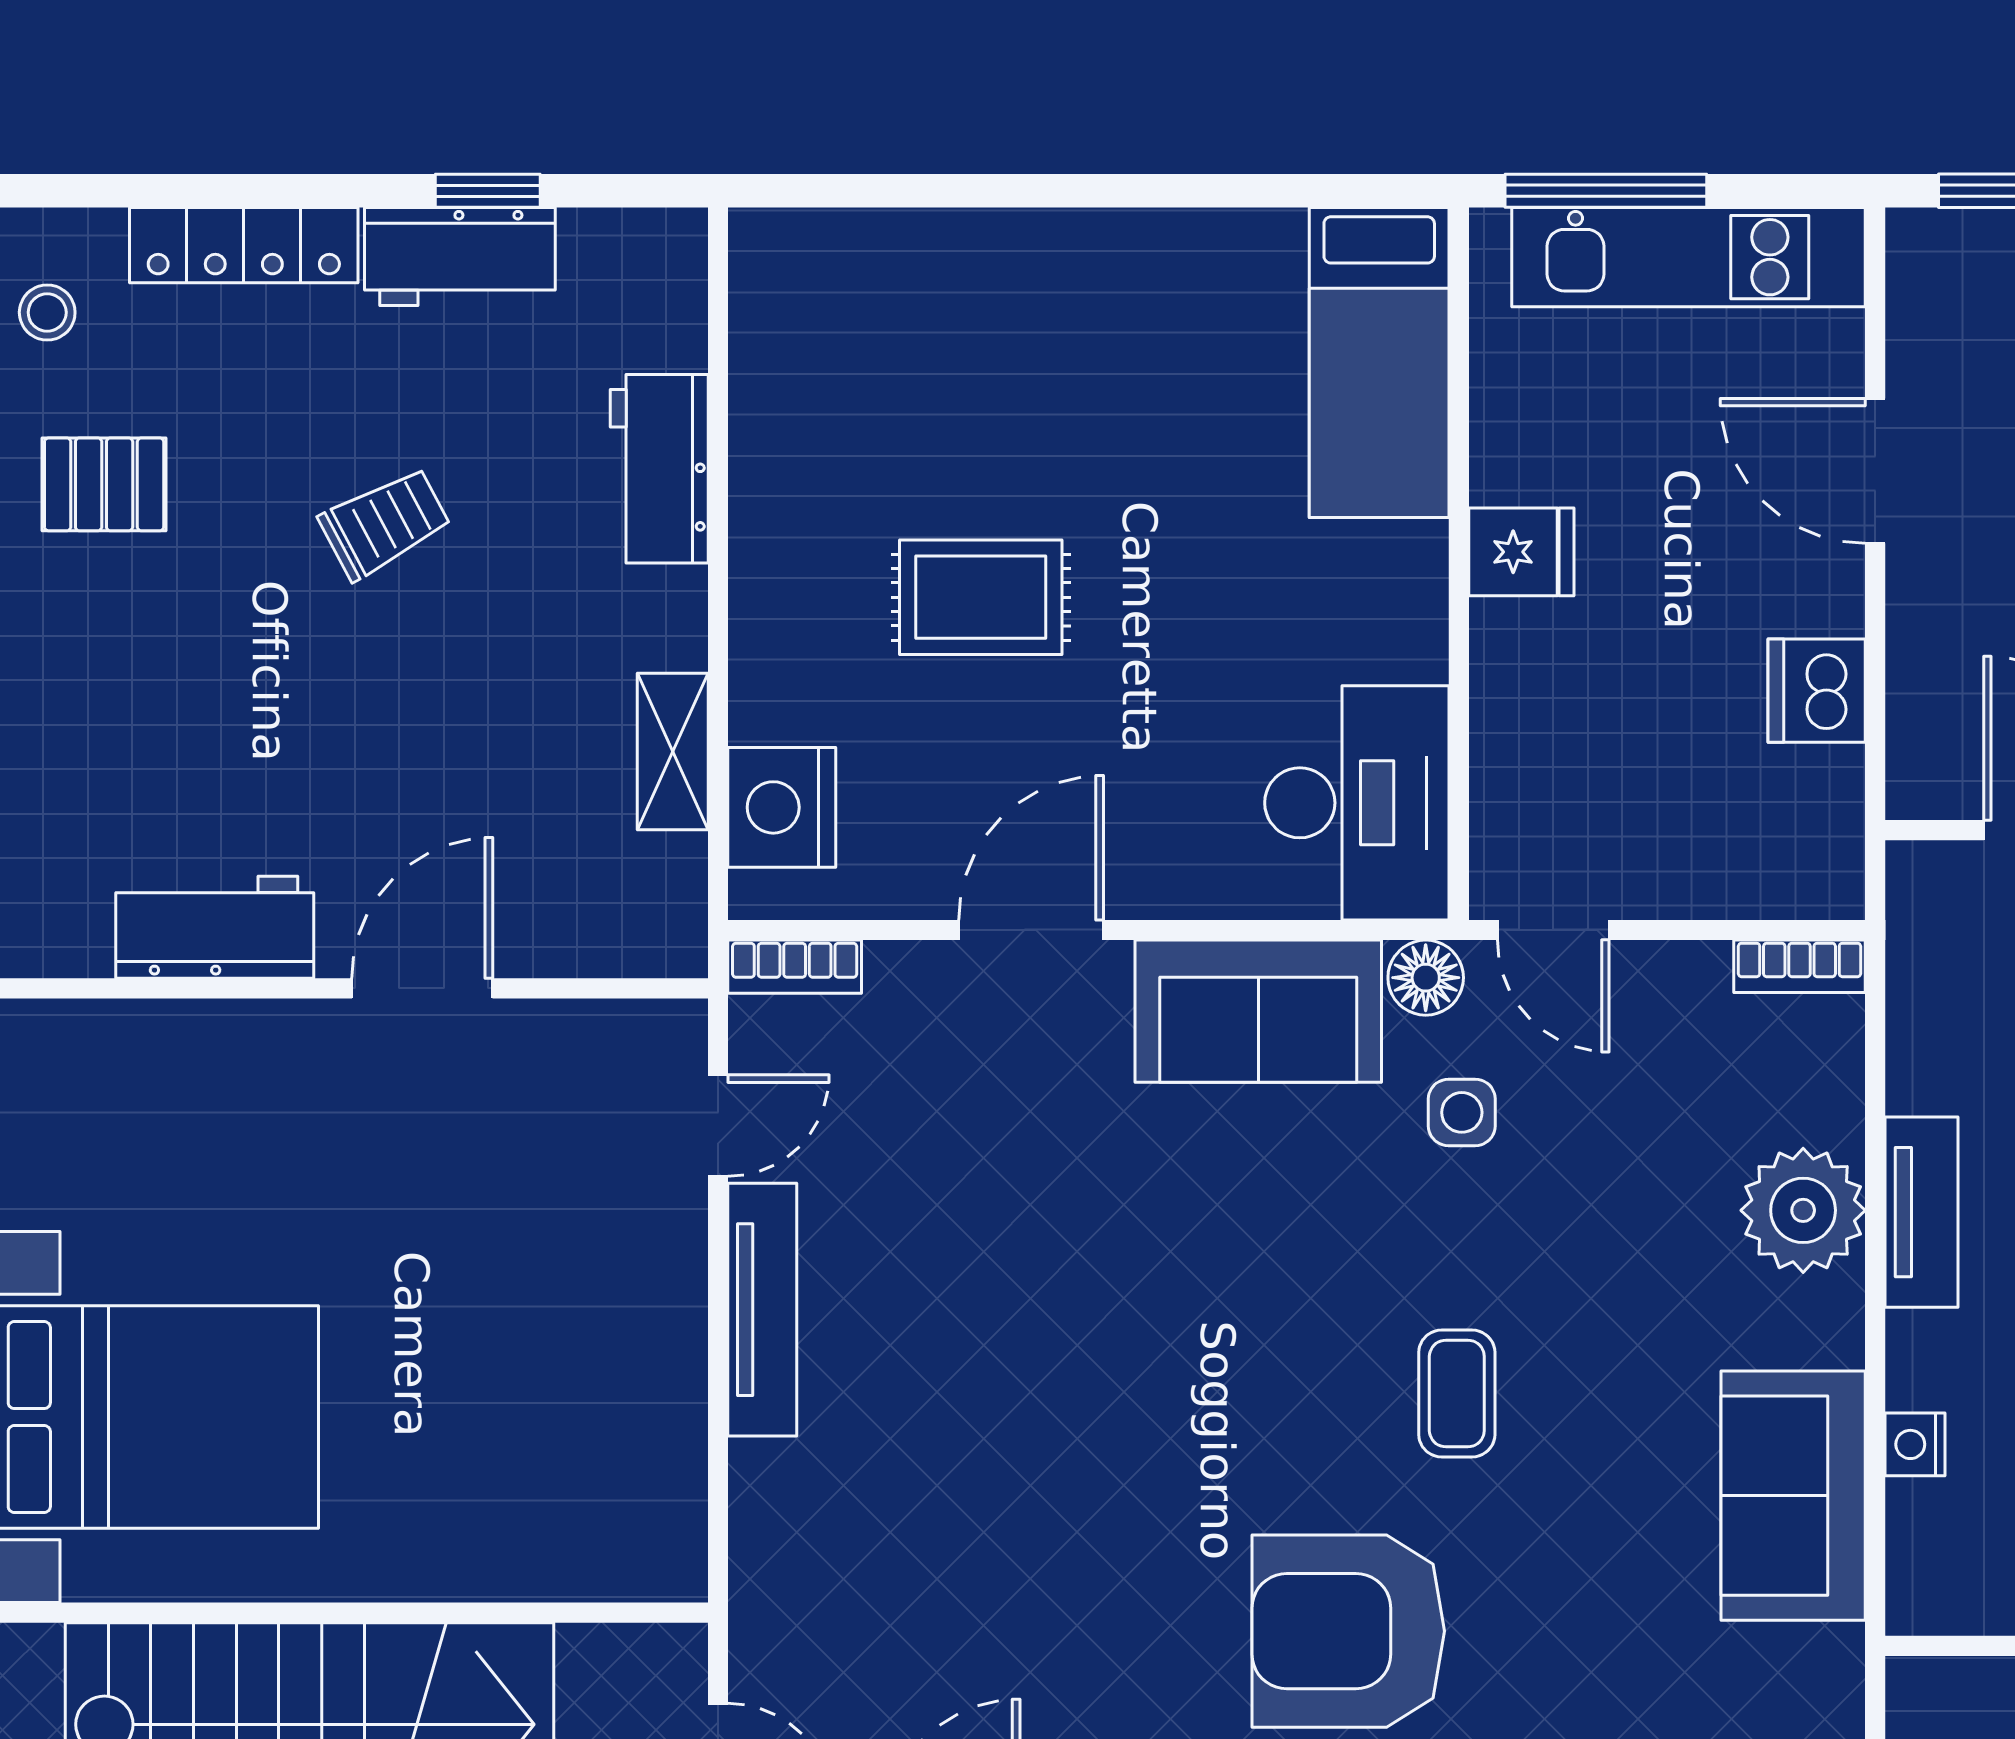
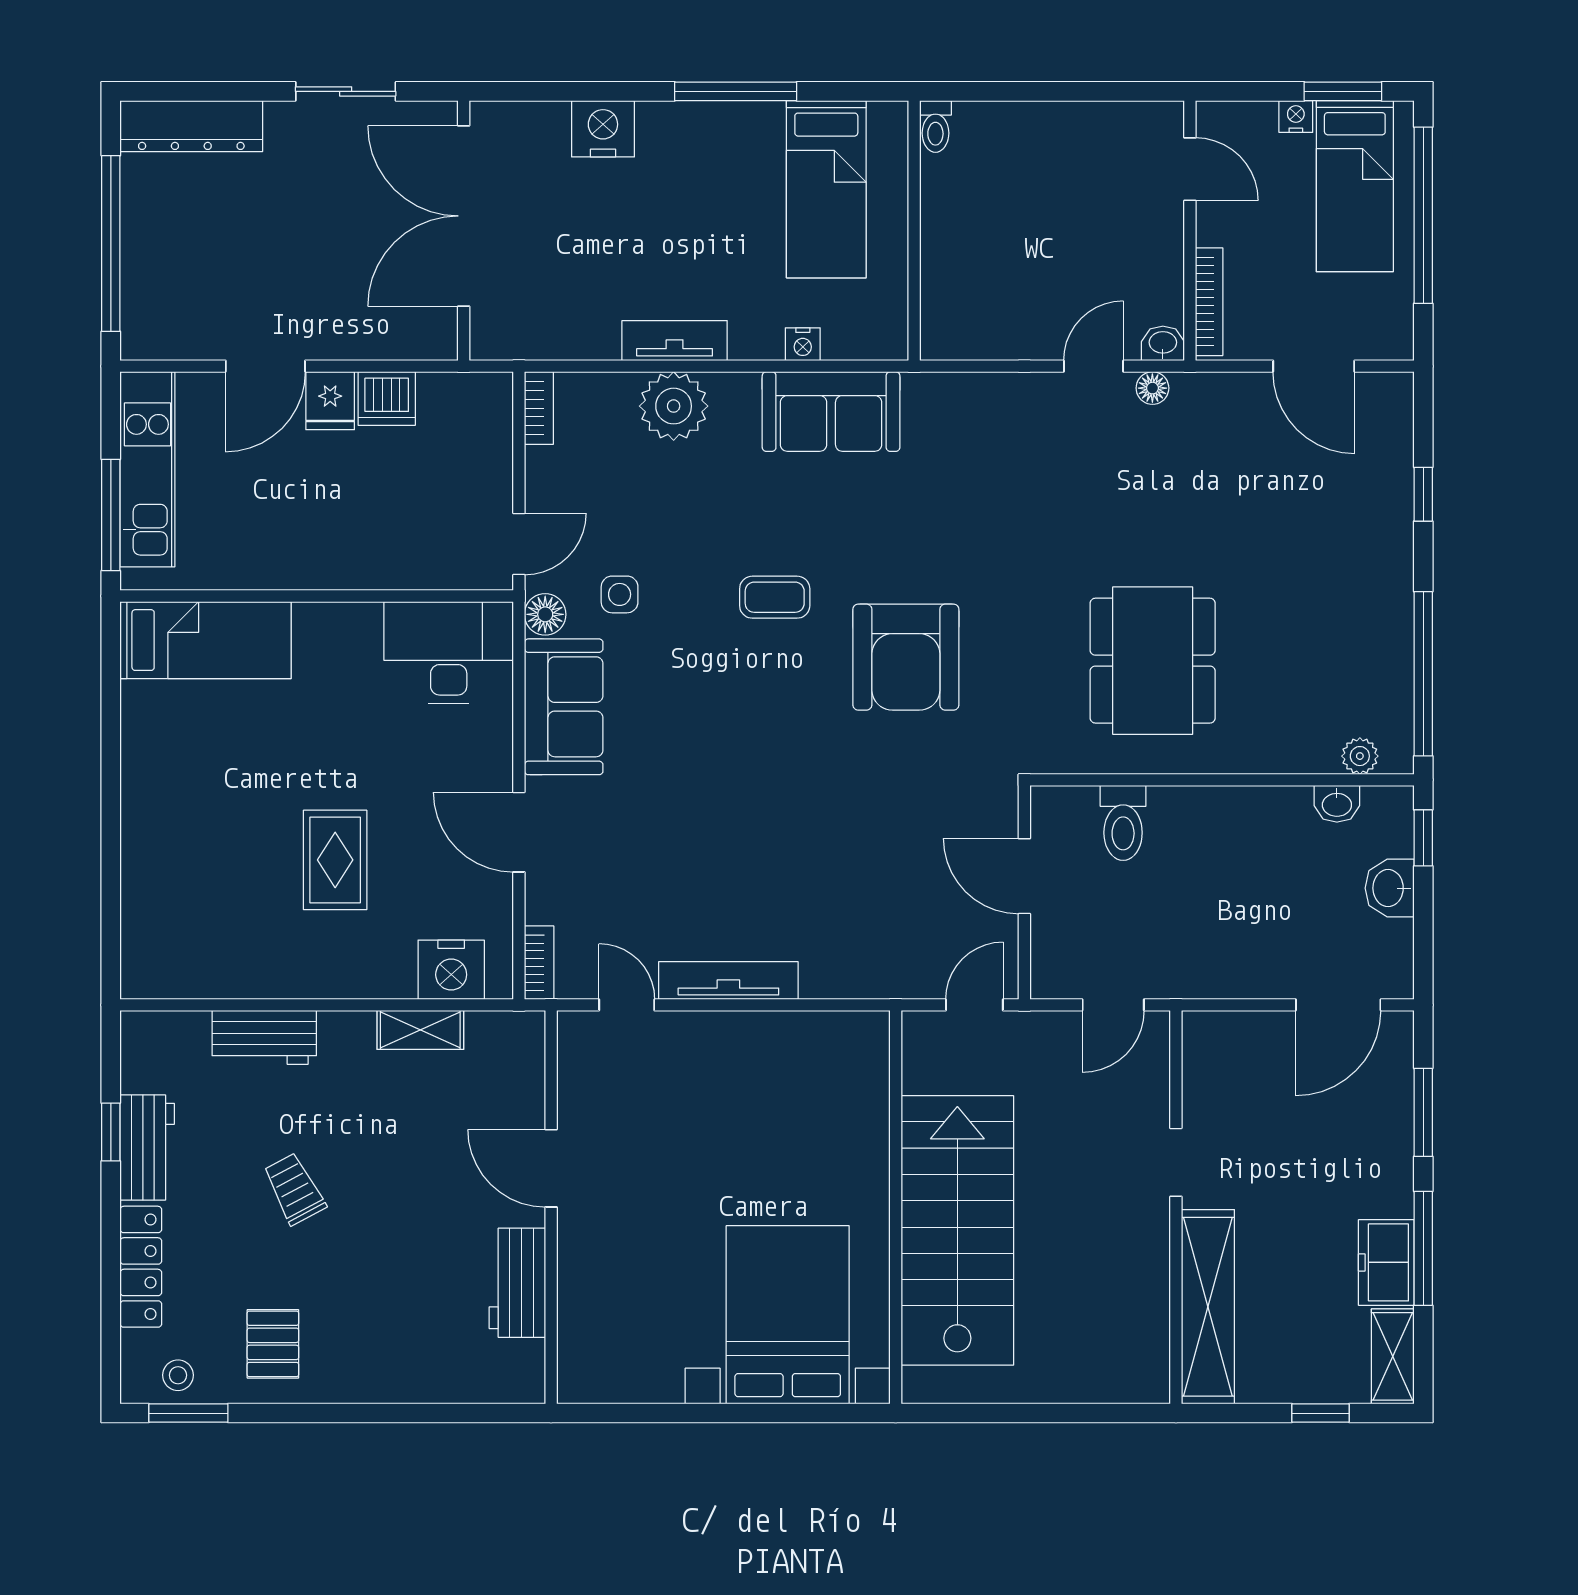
fridge: (1521, 552) -> (330, 401), moved, turned 180

